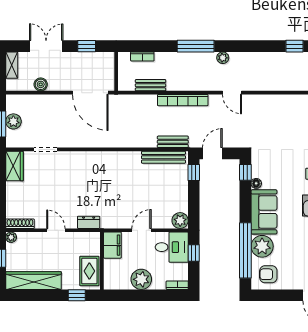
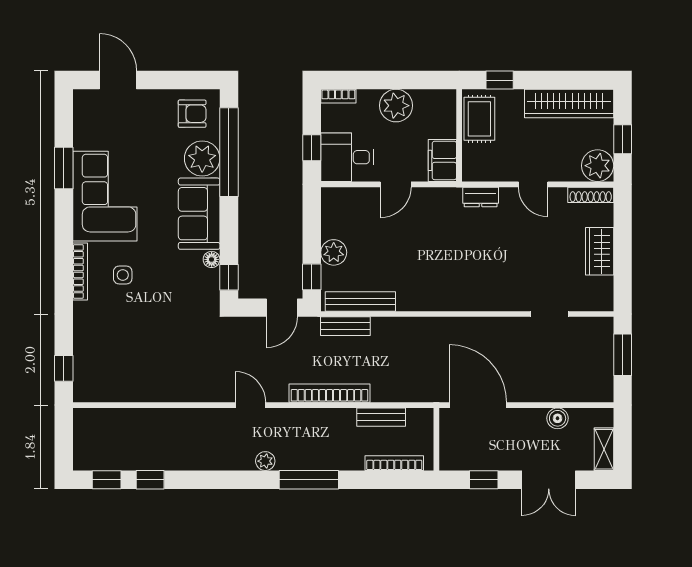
bookcase: (142, 56) -> (394, 463), width x1.56
plant: (13, 121) -> (601, 359), removed
wardrobe: (14, 166) -> (600, 251), moved
plant: (180, 221) -> (334, 252), moved
plant: (11, 237) -> (598, 166), width x1.88, depth x1.88

